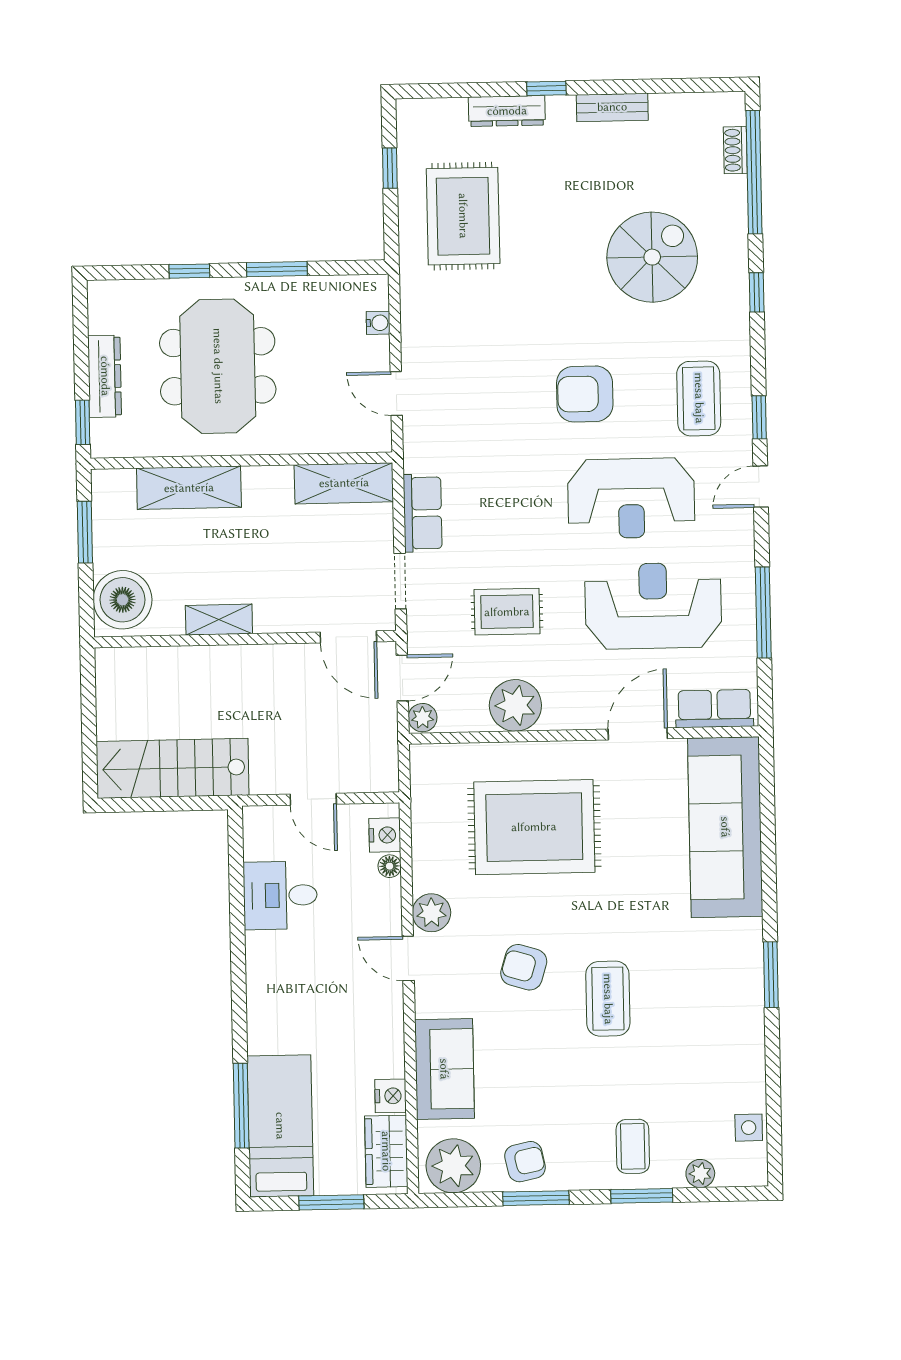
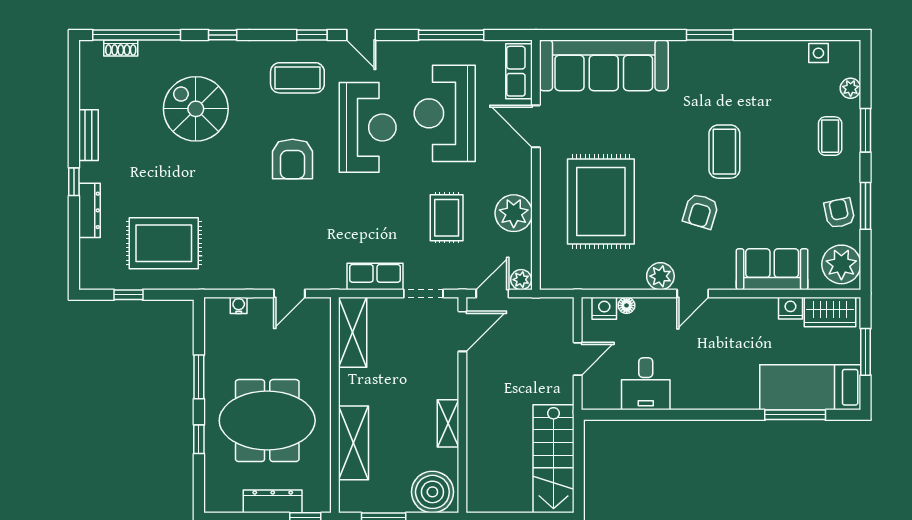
door: (402, 678) -> (492, 294), hinge flipped
coffee table: (608, 999) -> (724, 152), turned 90
coffee table: (633, 1146) -> (830, 136), turned 90

